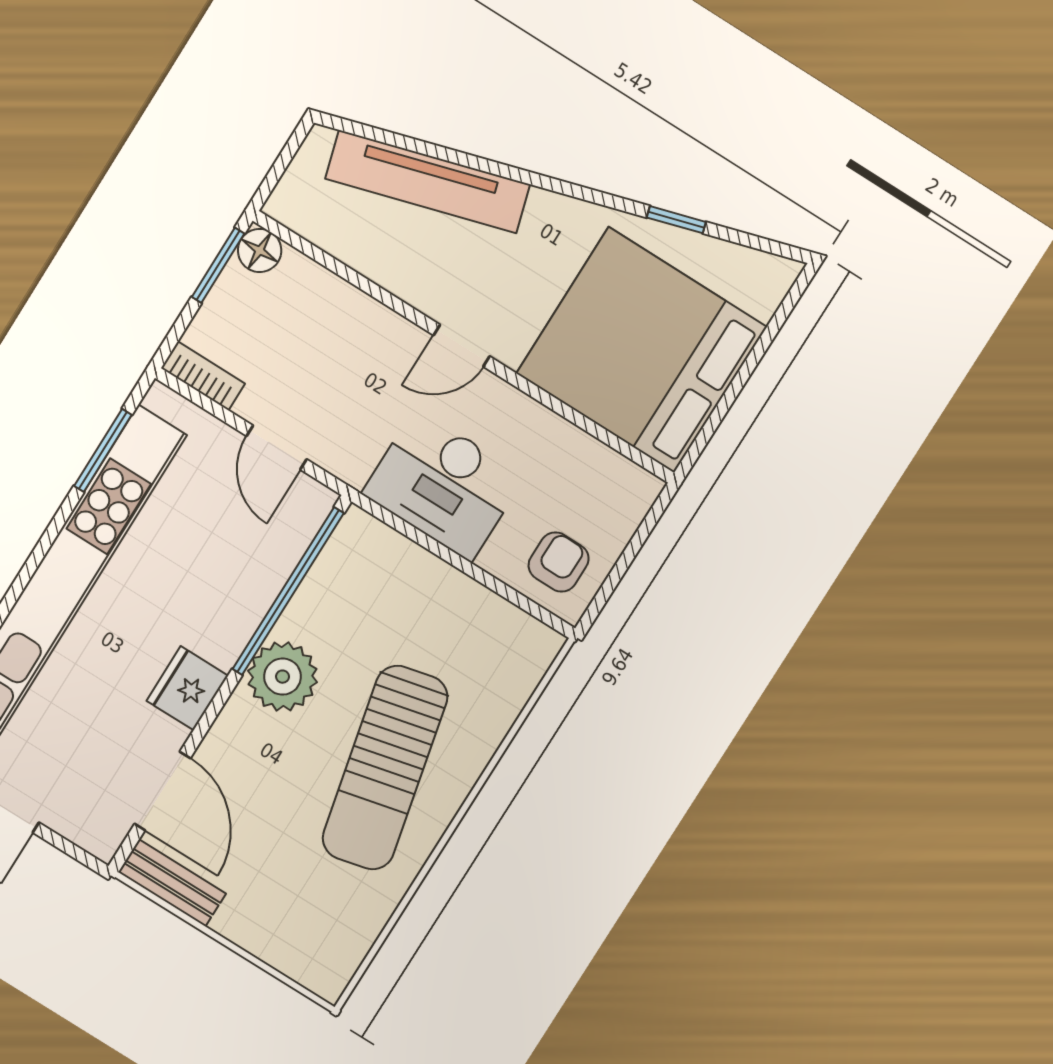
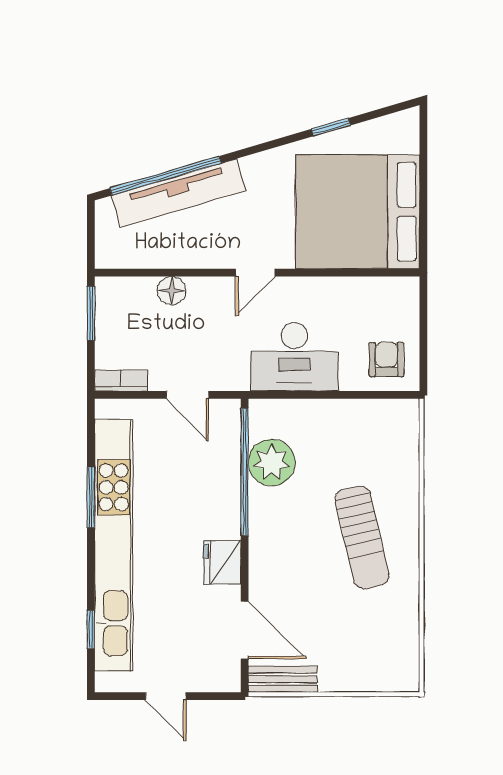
window: (425, 148) -> (166, 176), added
floor lamp: (260, 251) -> (172, 291), moved
window: (103, 450) -> (91, 497), moved
plant: (283, 677) -> (272, 463), moved
sun lounger: (385, 768) -> (362, 537), width x0.73, depth x0.75

